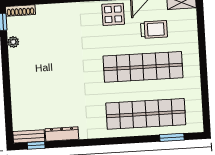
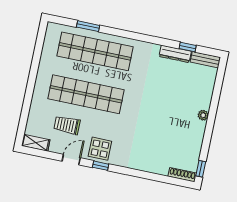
plant: (13, 42) -> (203, 115), moved
window: (172, 137) -> (88, 26), moved
window: (36, 145) -> (188, 47), moved

